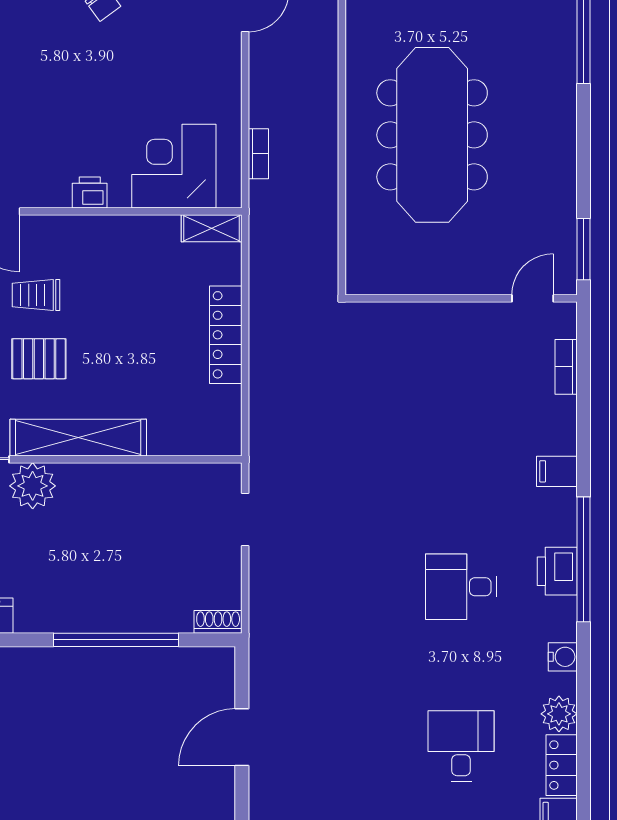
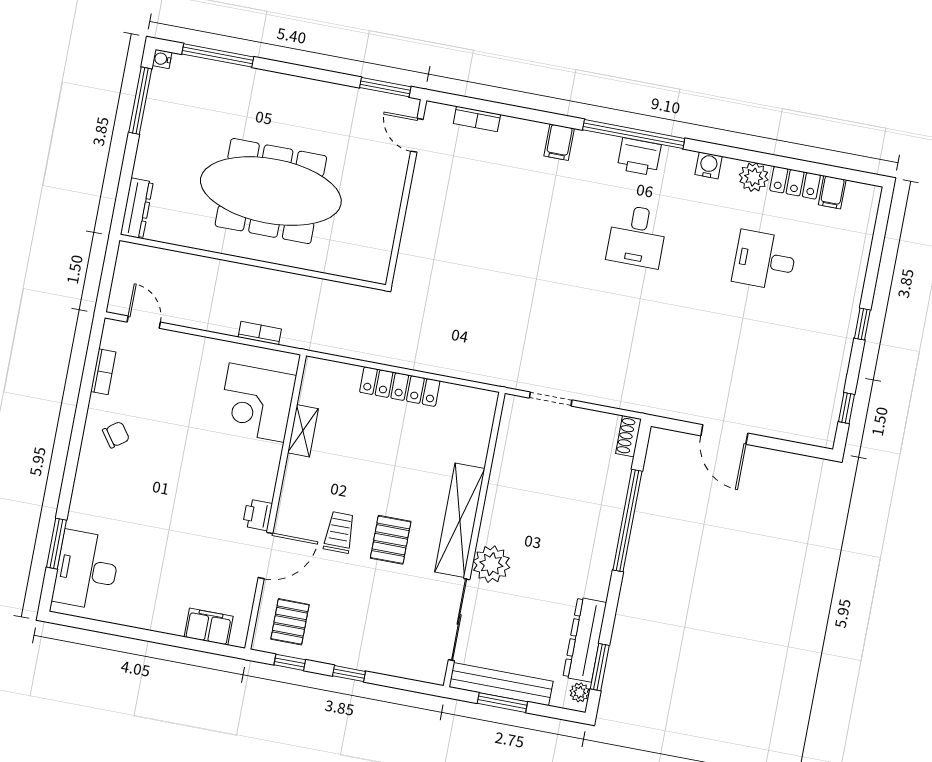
printer: (90, 192) -> (257, 515), moved
shelving: (212, 228) -> (303, 431), moved
trolley: (36, 295) -> (339, 532), turned 180

